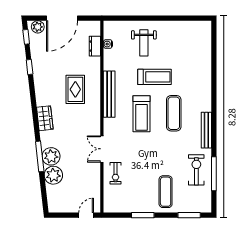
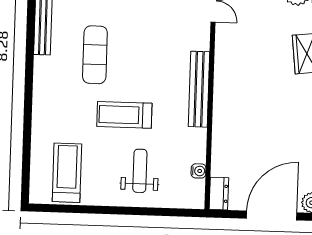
dresser: (95, 46) -> (219, 194), moved
rug: (75, 89) -> (254, 99), removed
treadmill: (141, 114) -> (67, 173), moved

